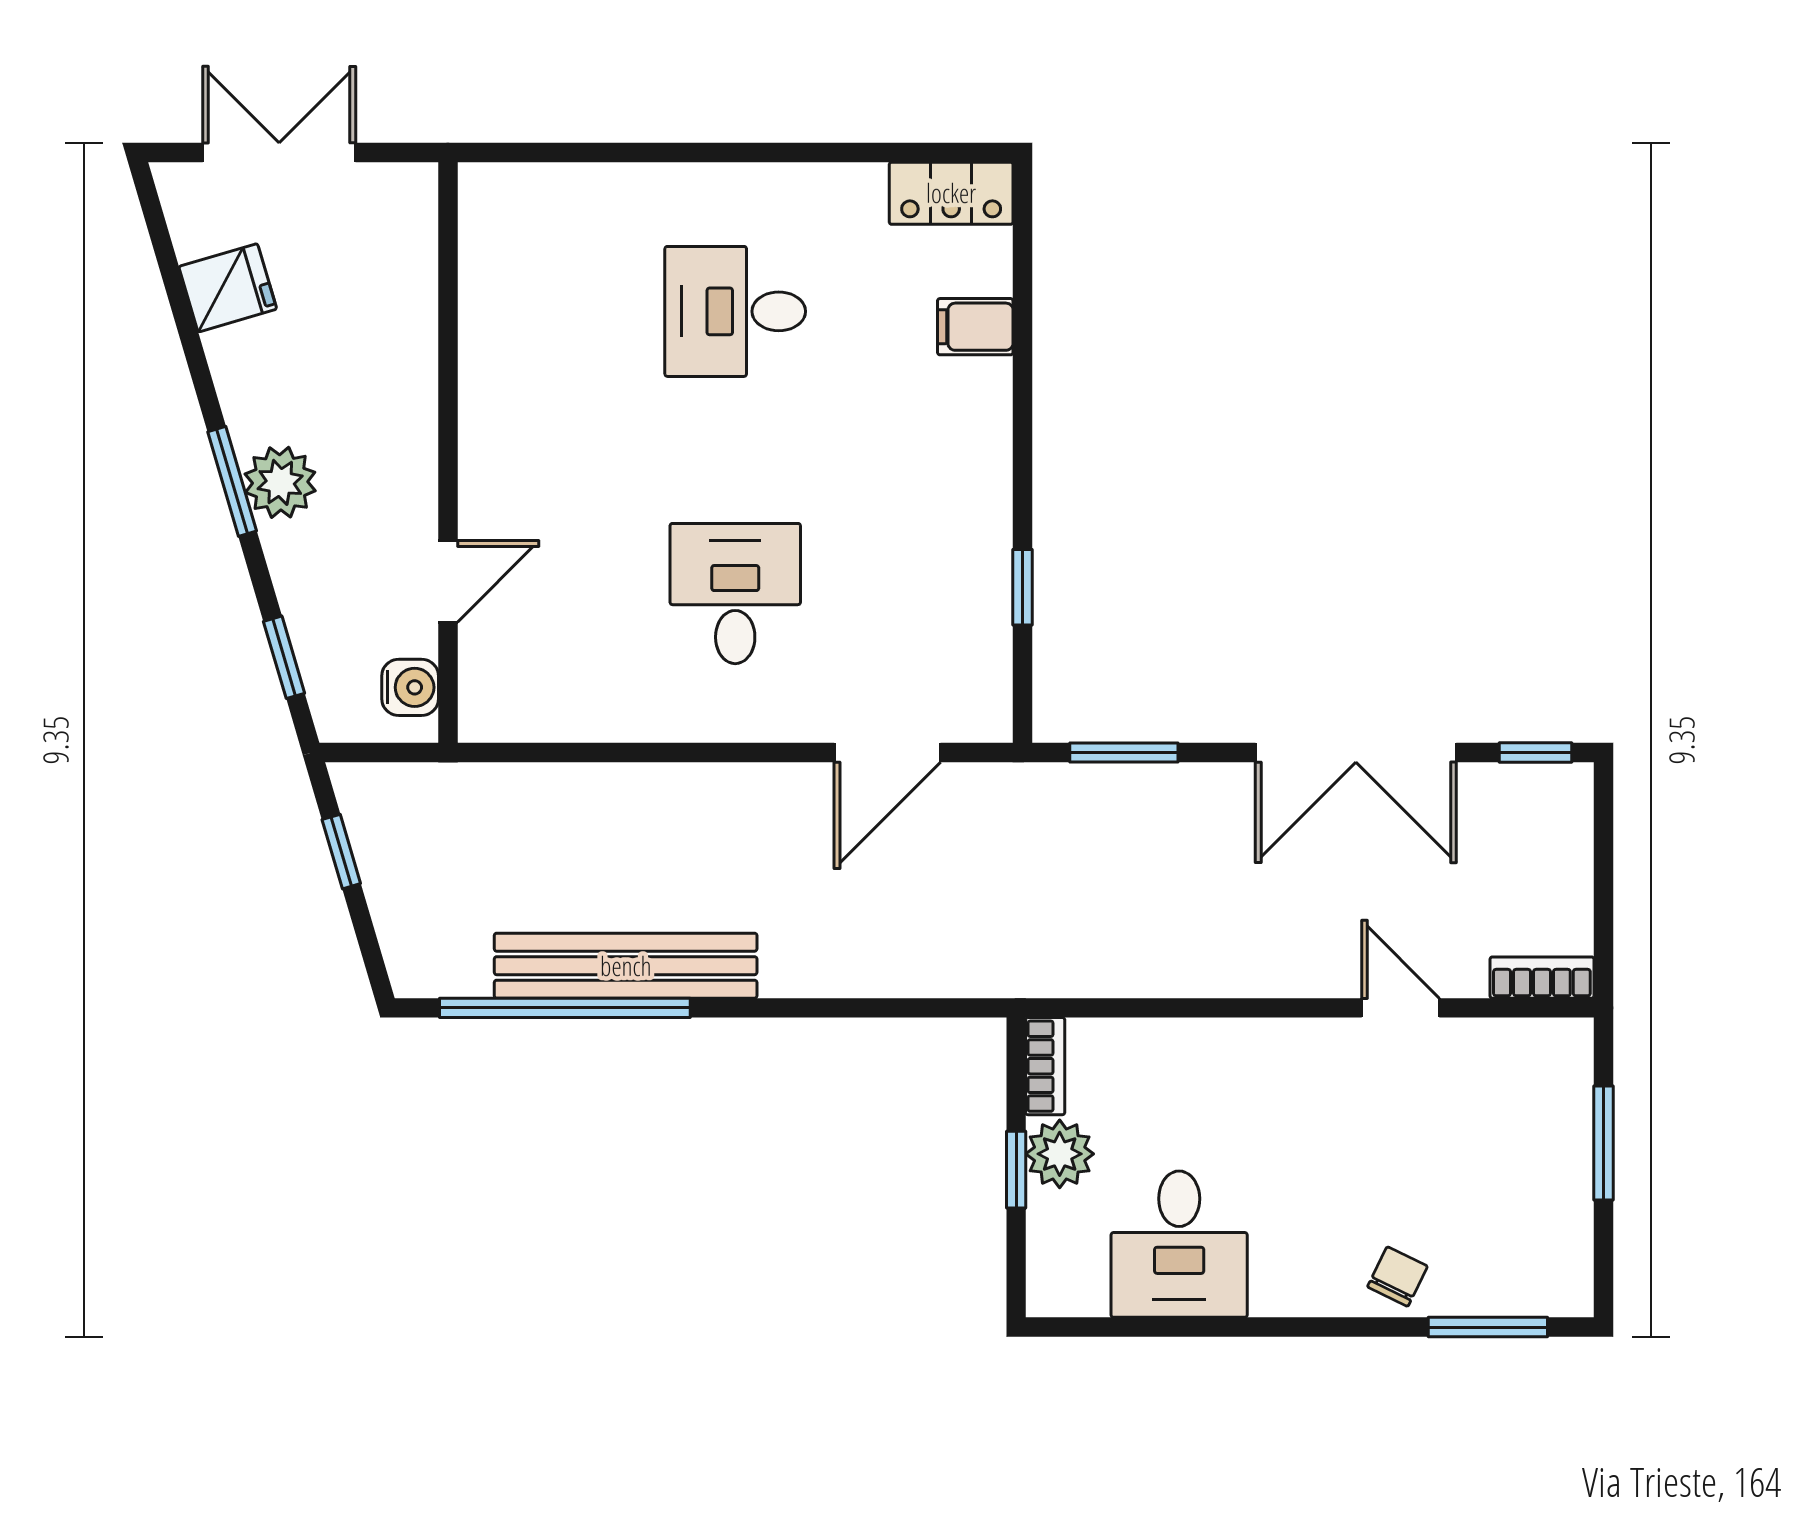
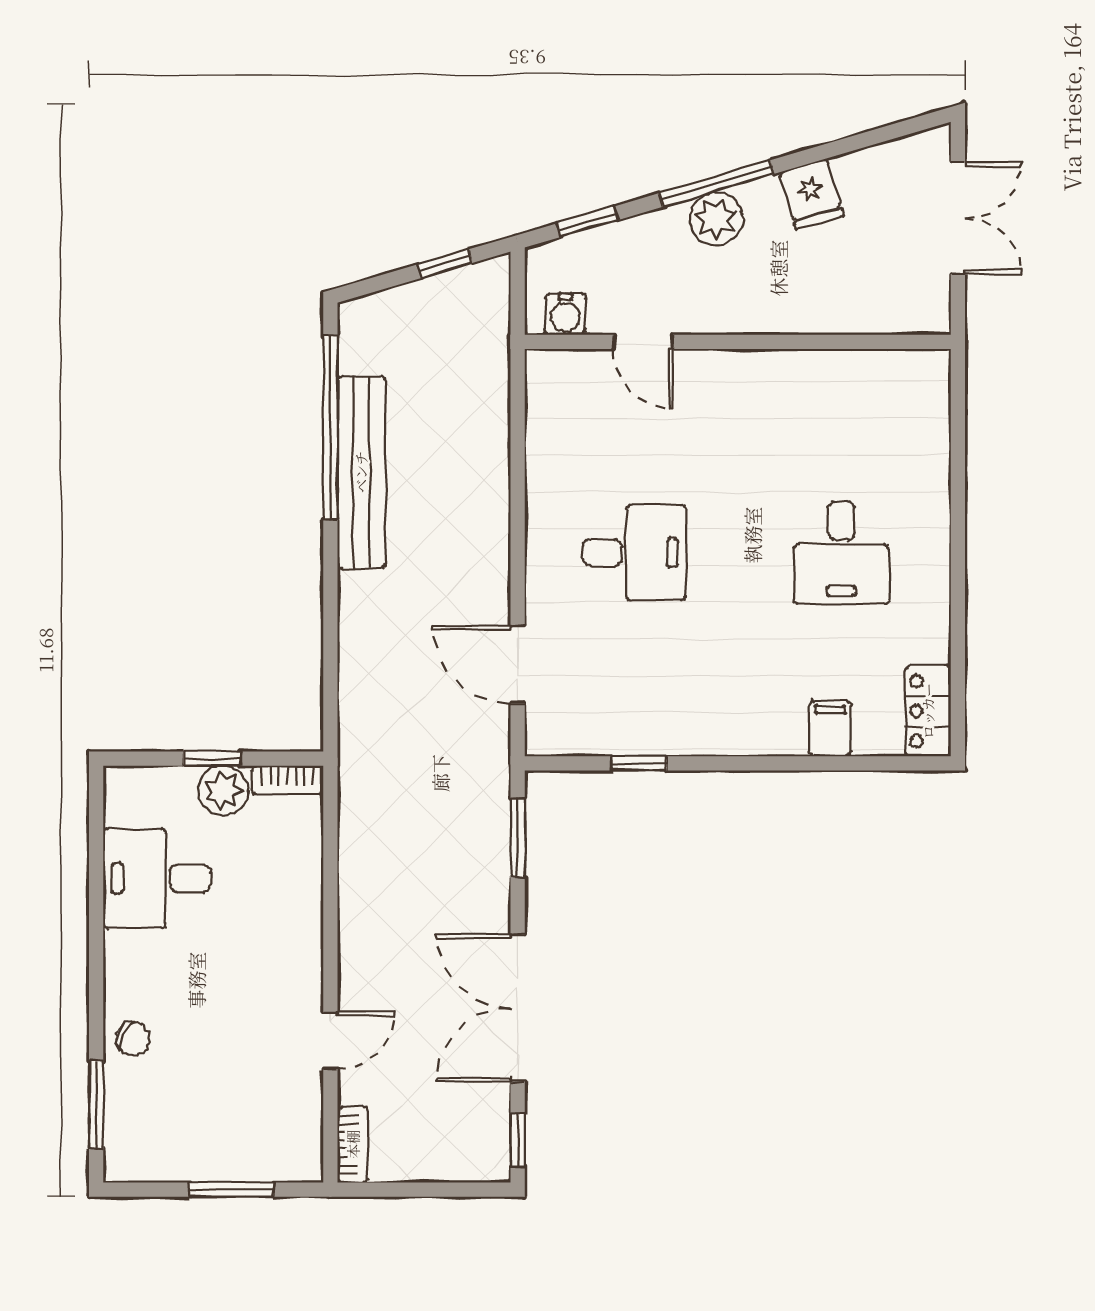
fridge: (228, 288) -> (812, 194), moved
desk: (735, 311) -> (841, 553), turned 180
window: (232, 481) -> (717, 184), width x1.44

